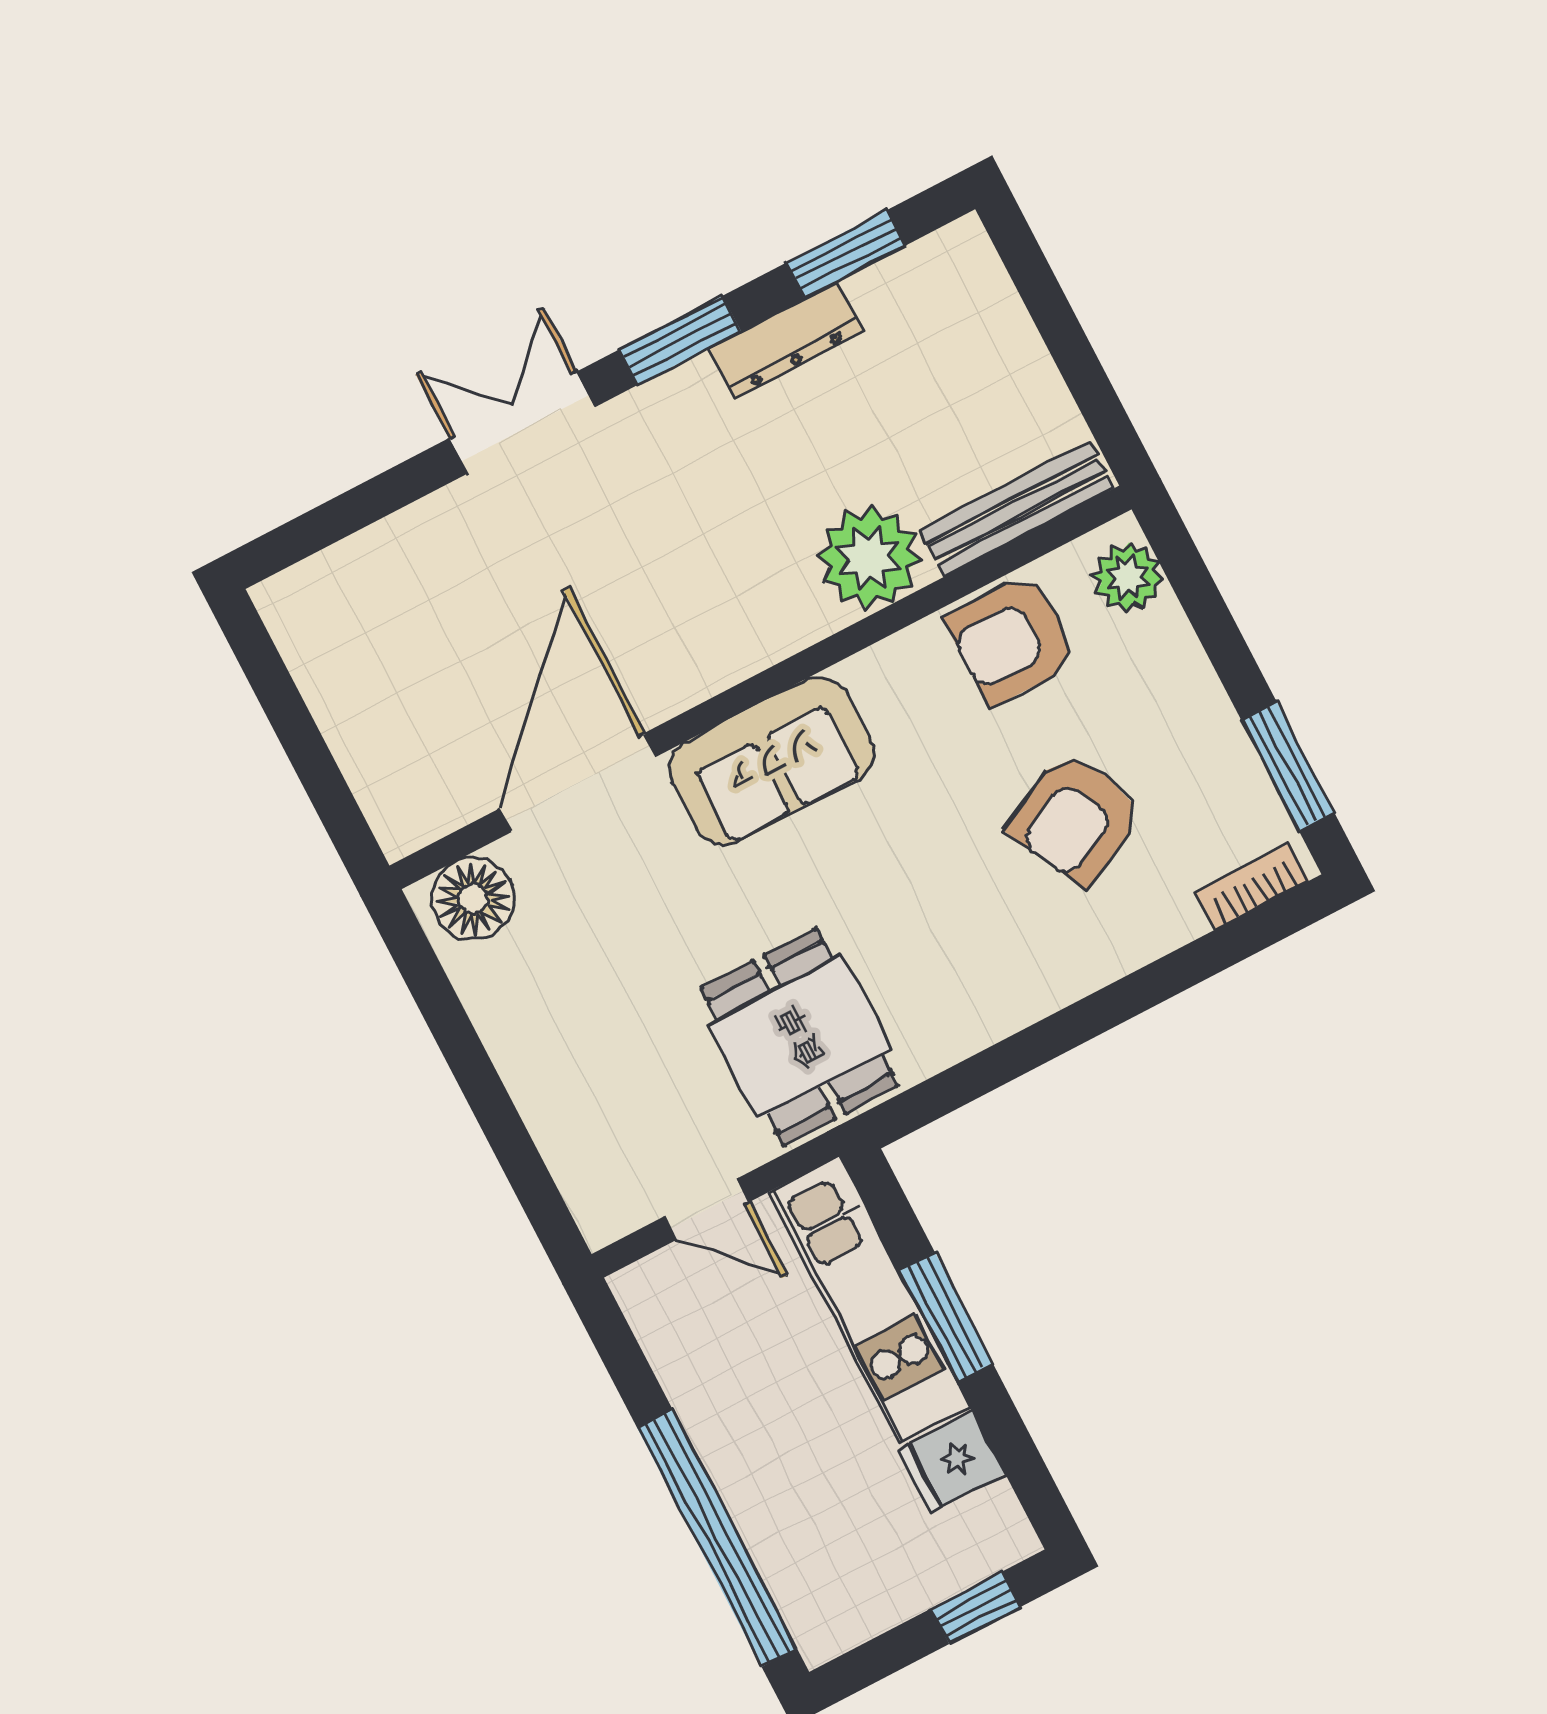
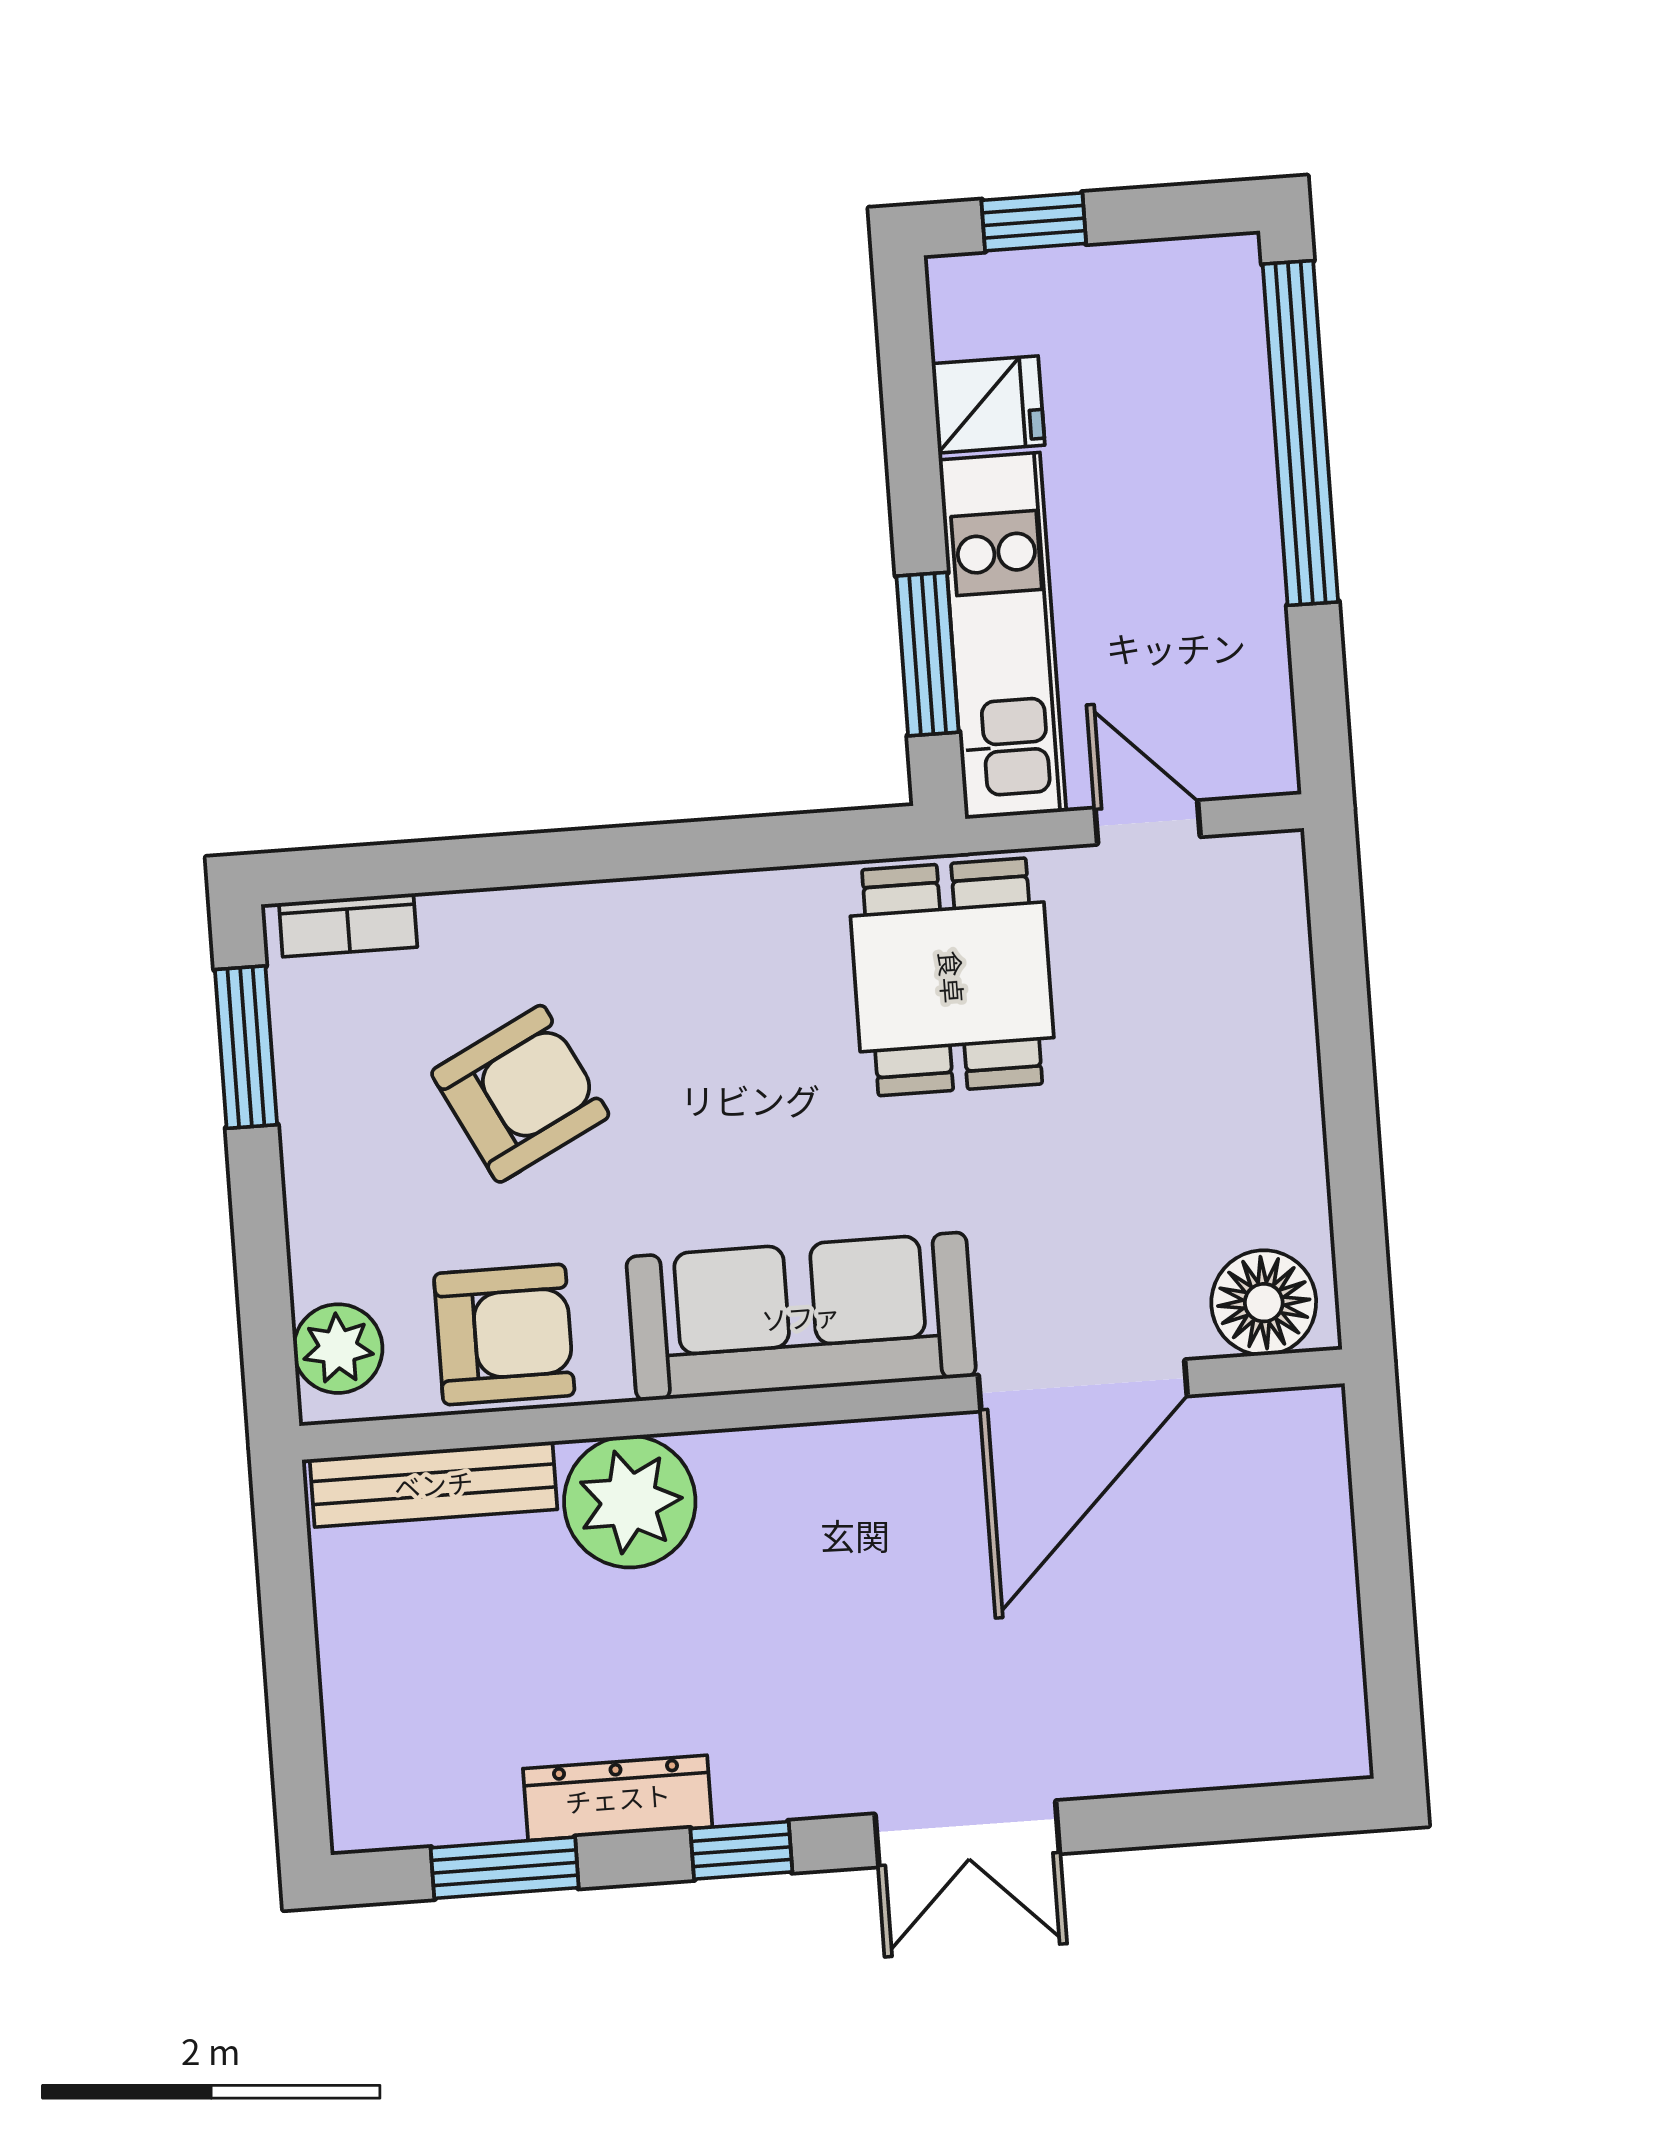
window: (680, 340) -> (741, 1850), width x0.67
sofa: (771, 761) -> (801, 1317), width x1.36
window: (946, 1317) -> (928, 654), moved

